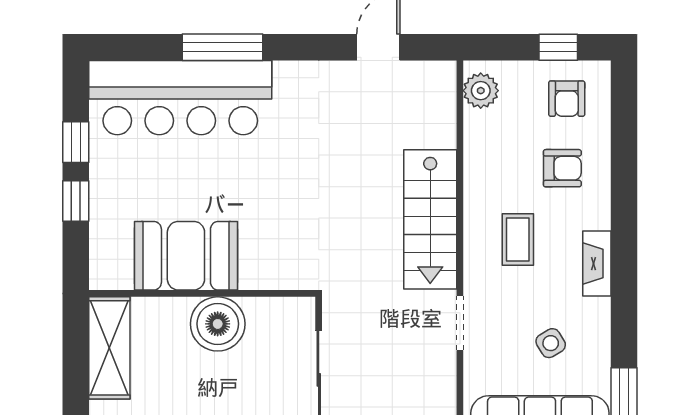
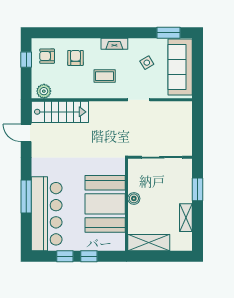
armchair: (567, 99) -> (47, 56), turned 180
stairs: (430, 219) -> (60, 112), moved
booth: (186, 256) -> (105, 204), width x1.36, depth x1.42
boiler: (218, 324) -> (134, 198), width x0.54, depth x0.54

